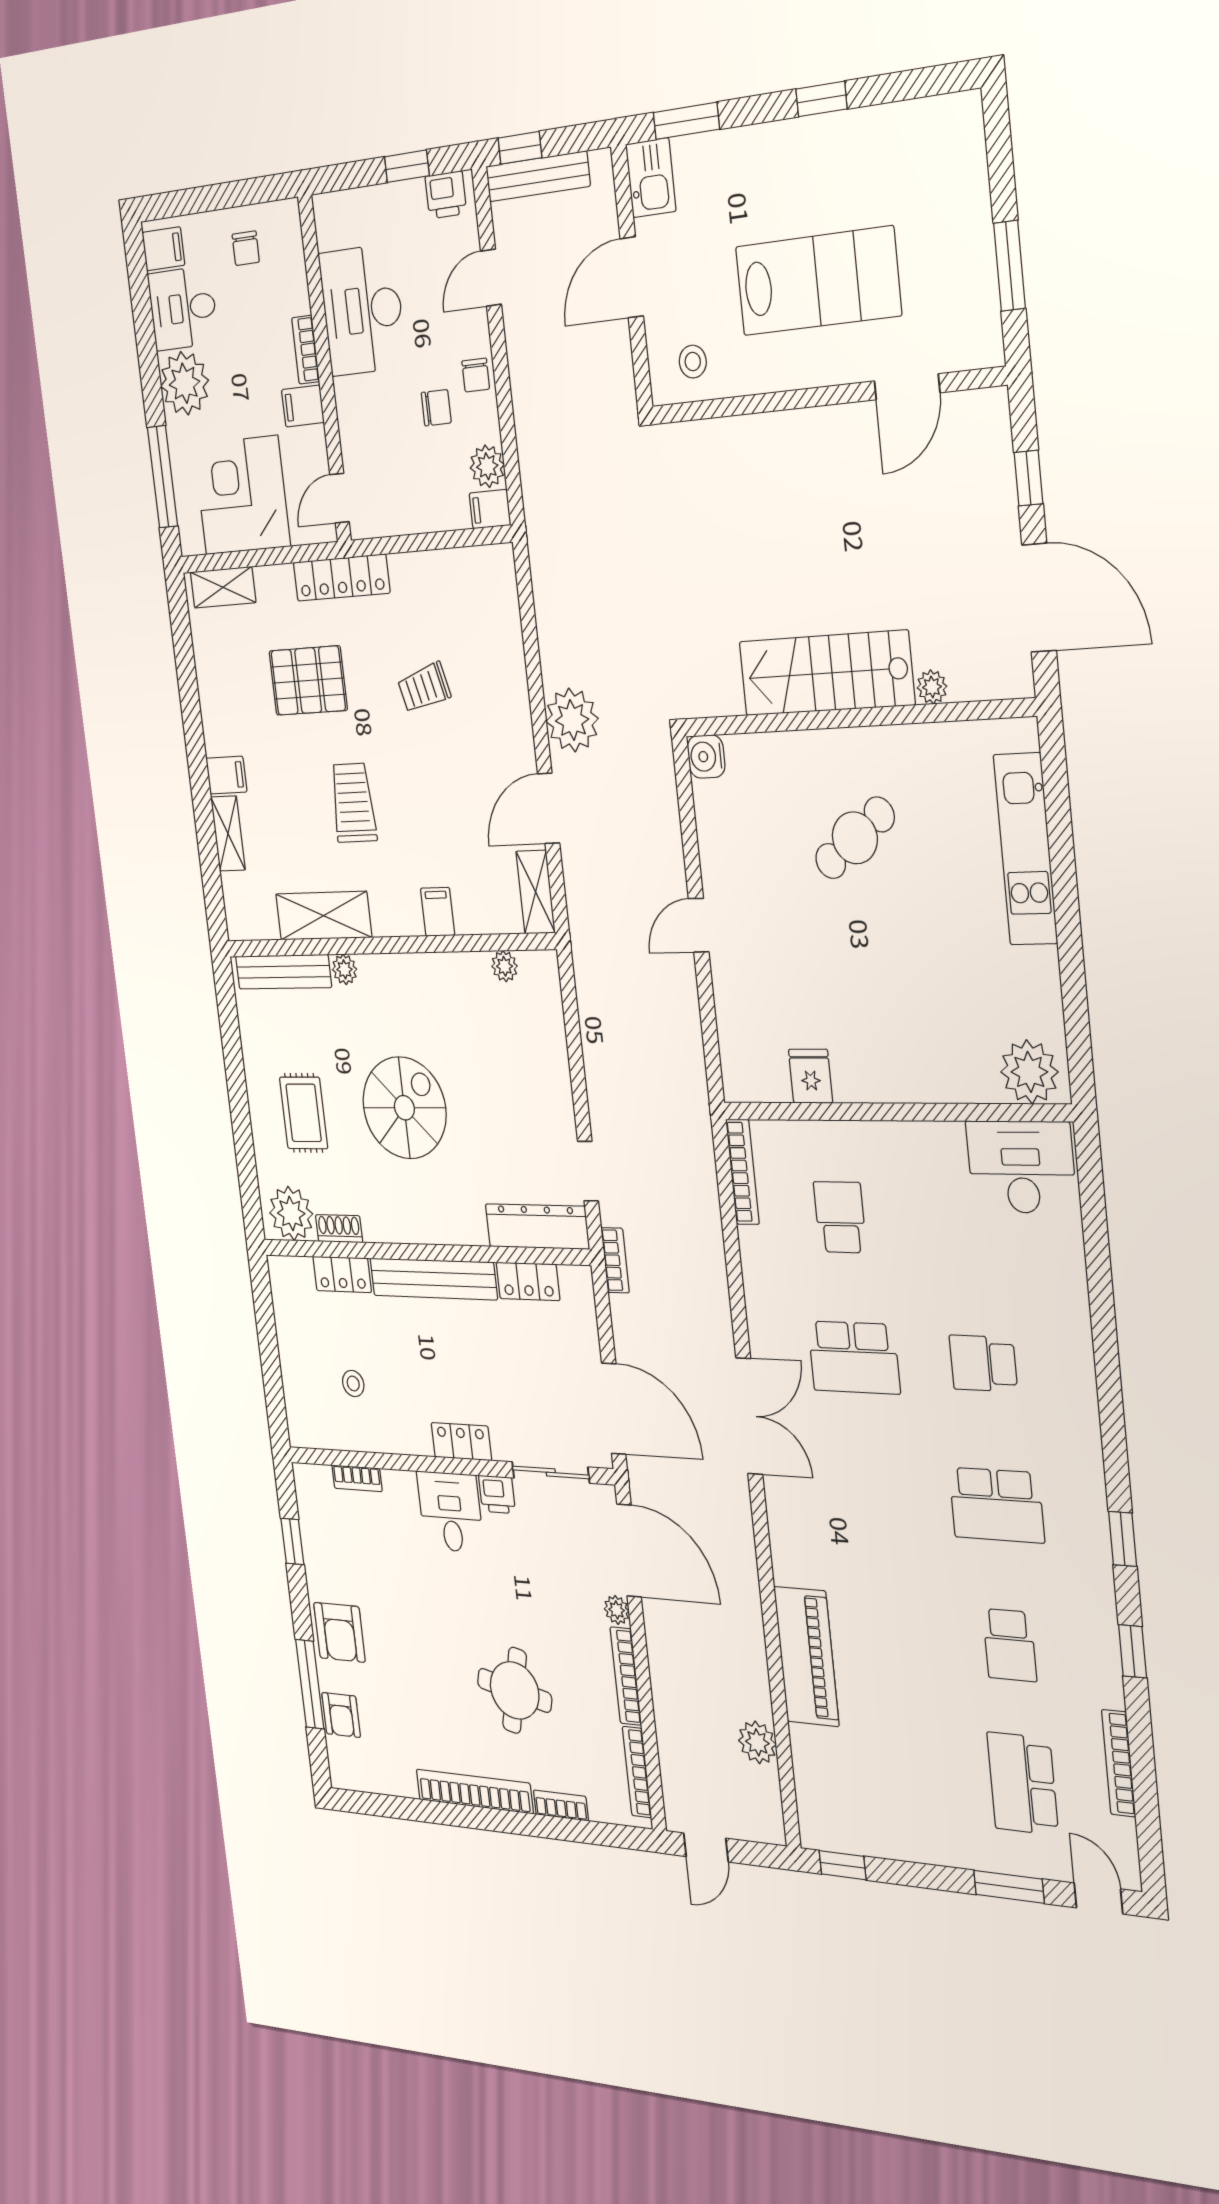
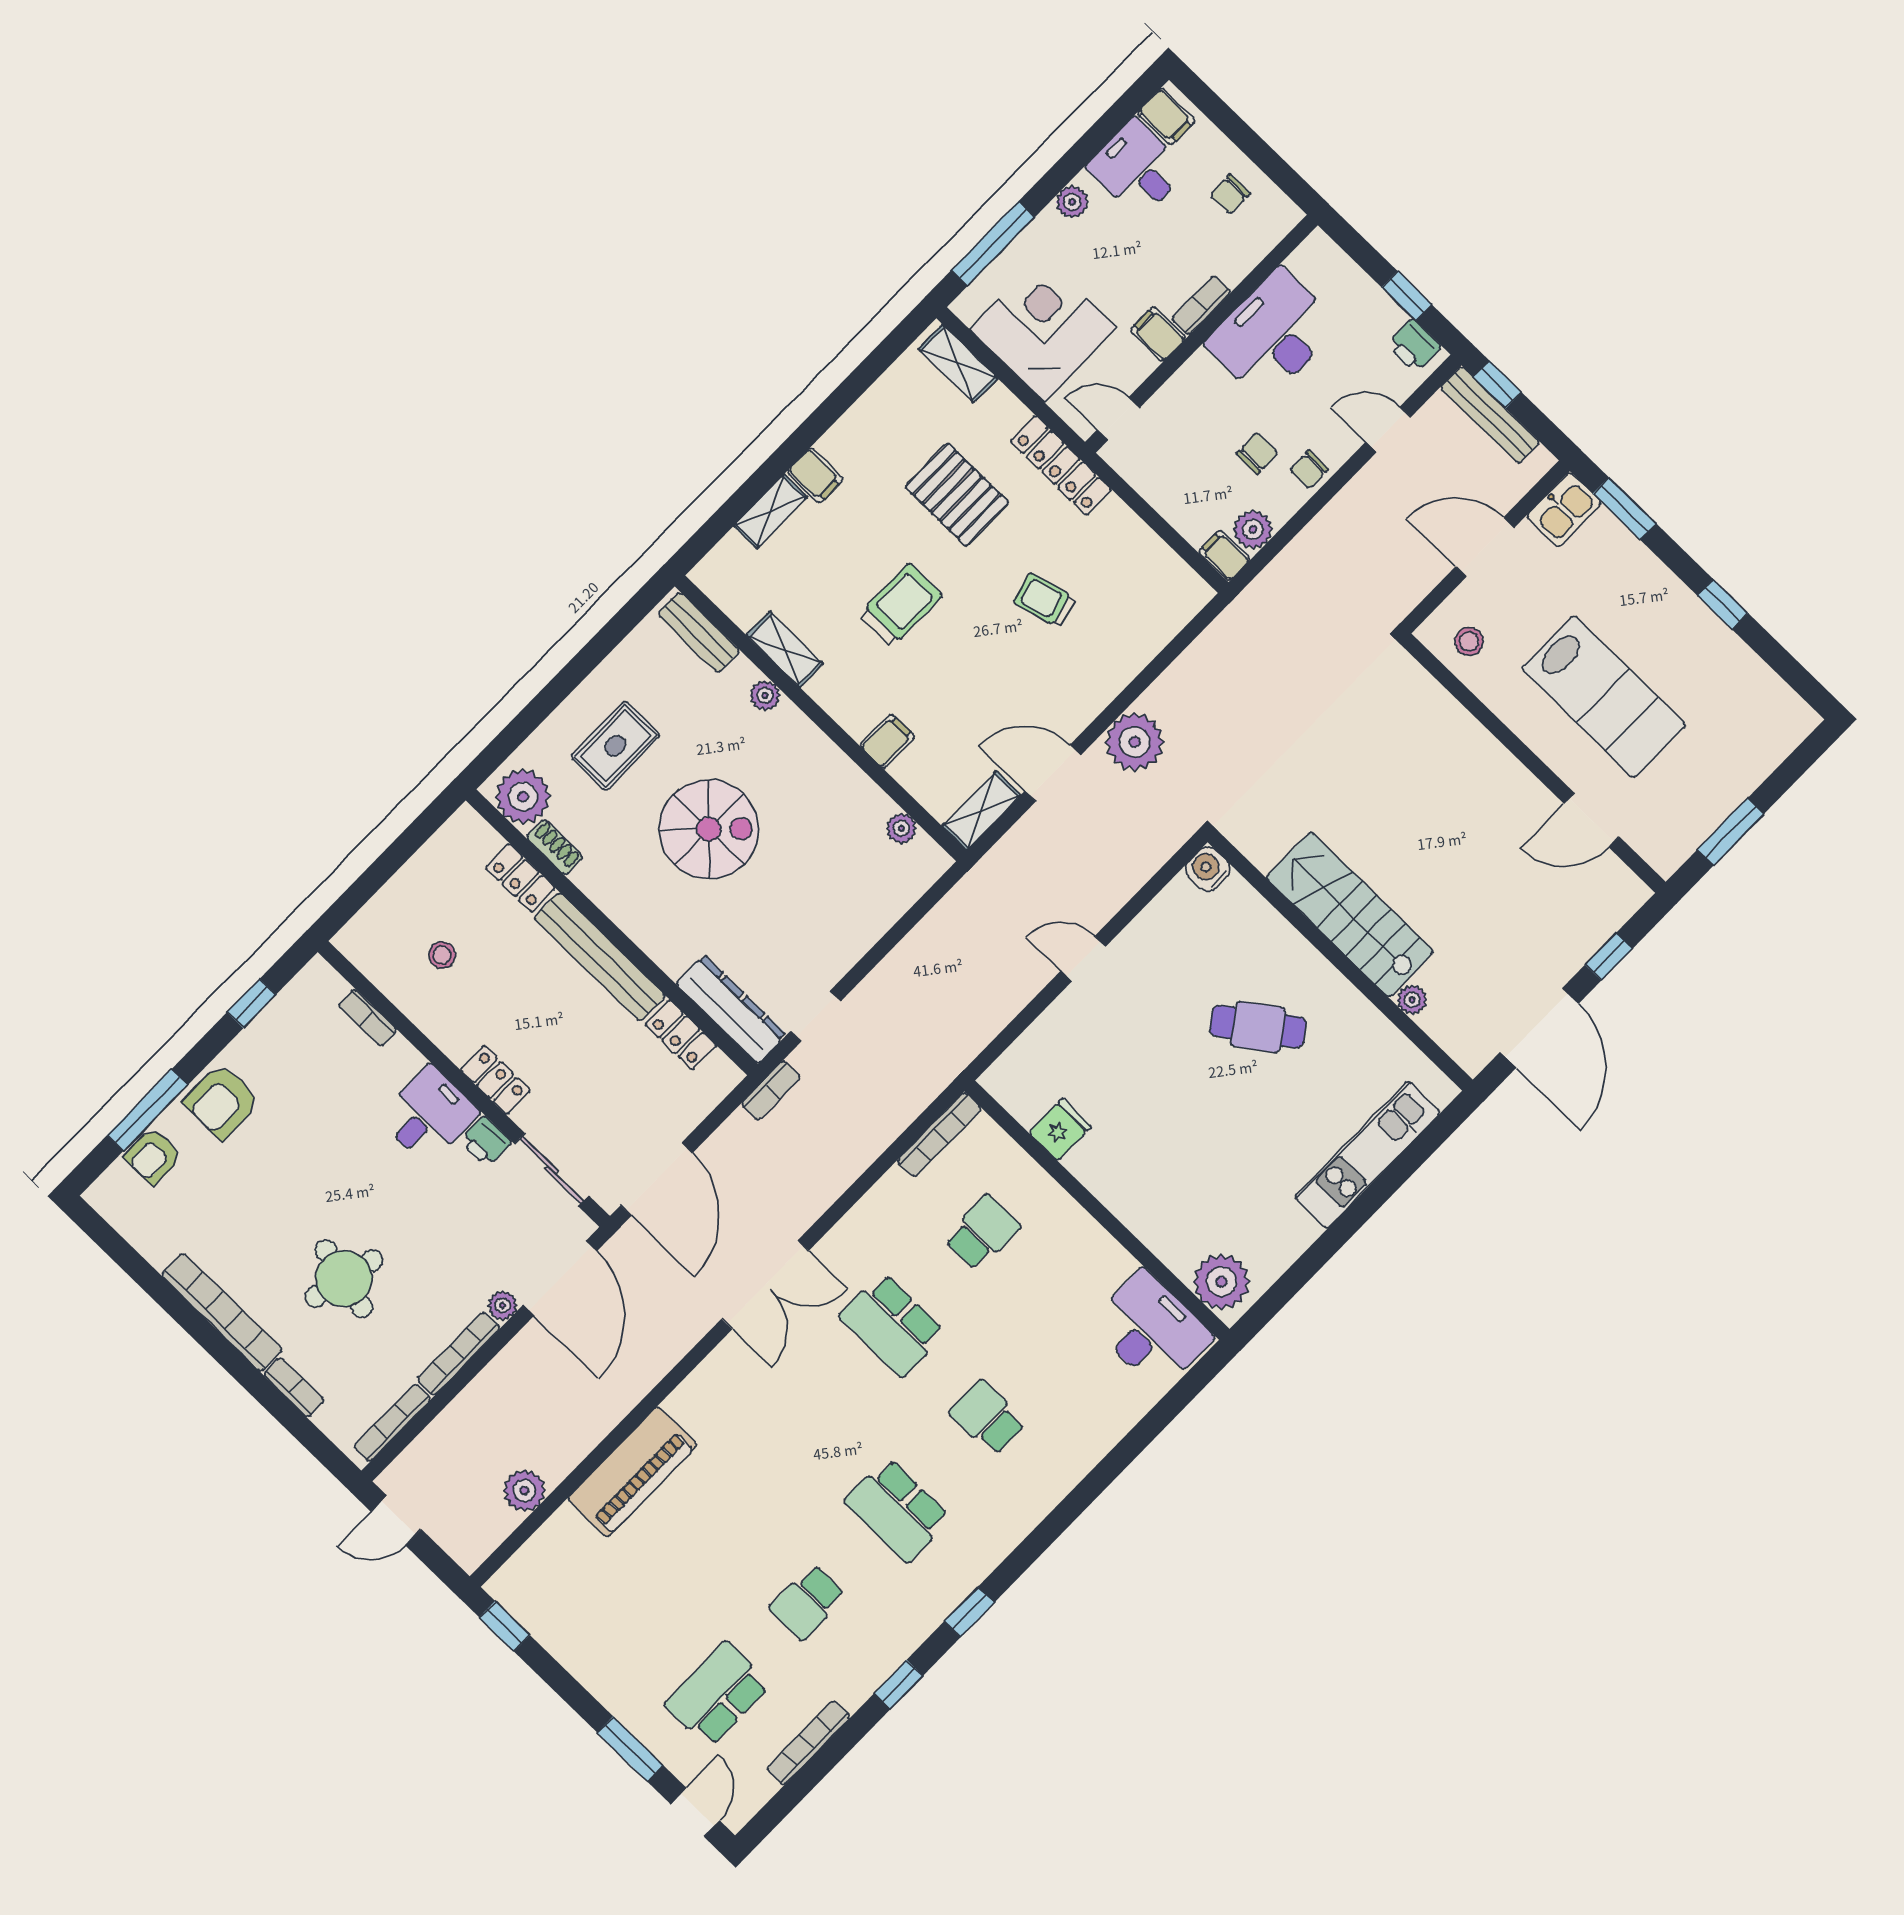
plant: (185, 383) -> (1072, 202), width x0.53, depth x0.53
chair: (436, 408) -> (1257, 453), turned -90
shelving: (324, 916) -> (785, 649), width x0.67, depth x0.75
bench: (283, 972) -> (699, 633), width x0.73

